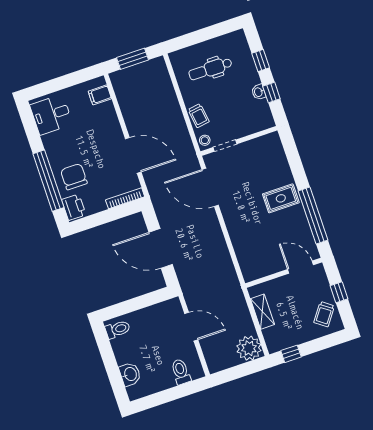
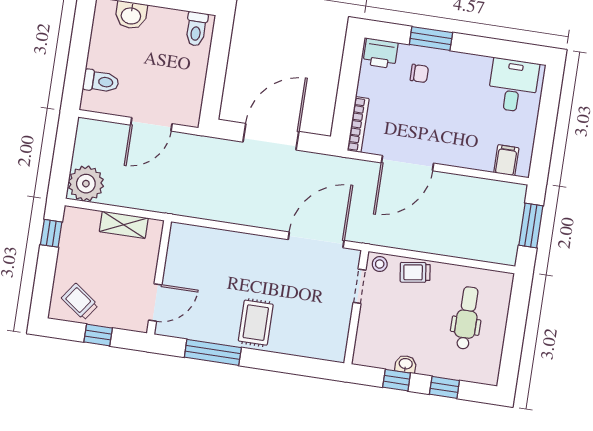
chair: (74, 177) -> (419, 73), width x0.54, depth x0.54
window: (48, 181) -> (431, 38), width x0.47
window: (313, 215) -> (213, 352), width x0.68

